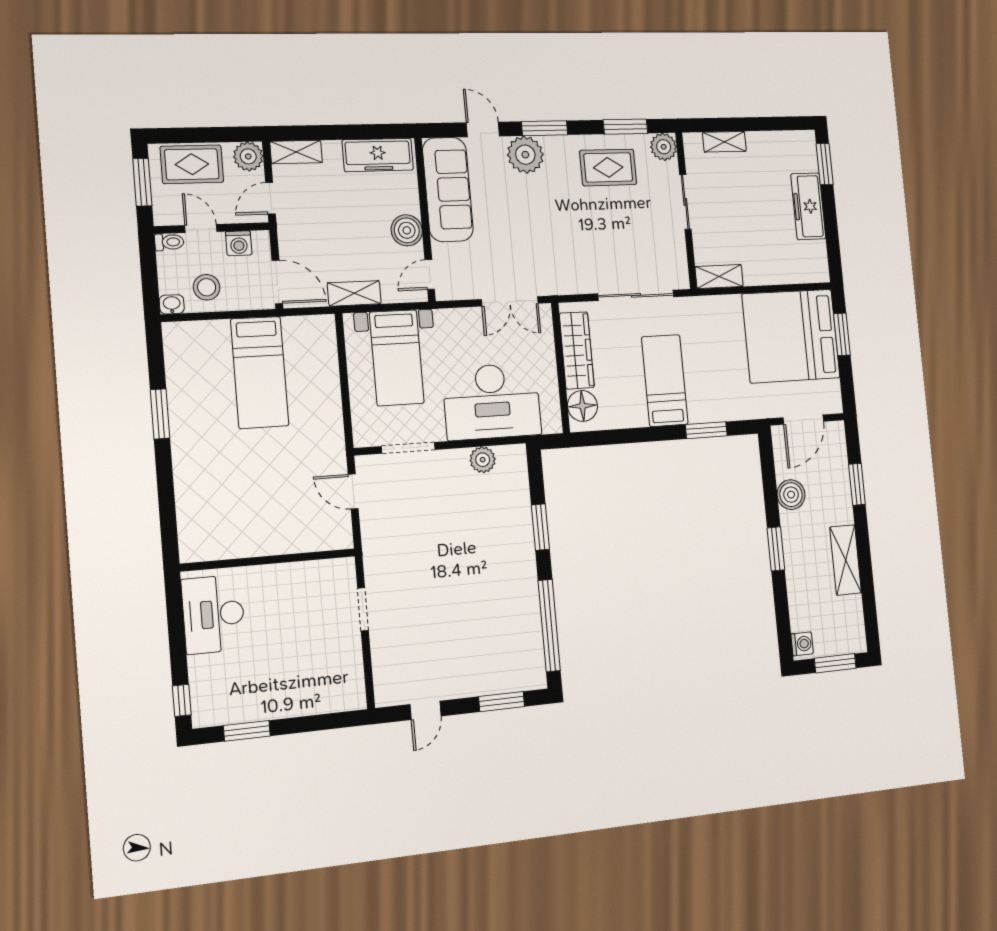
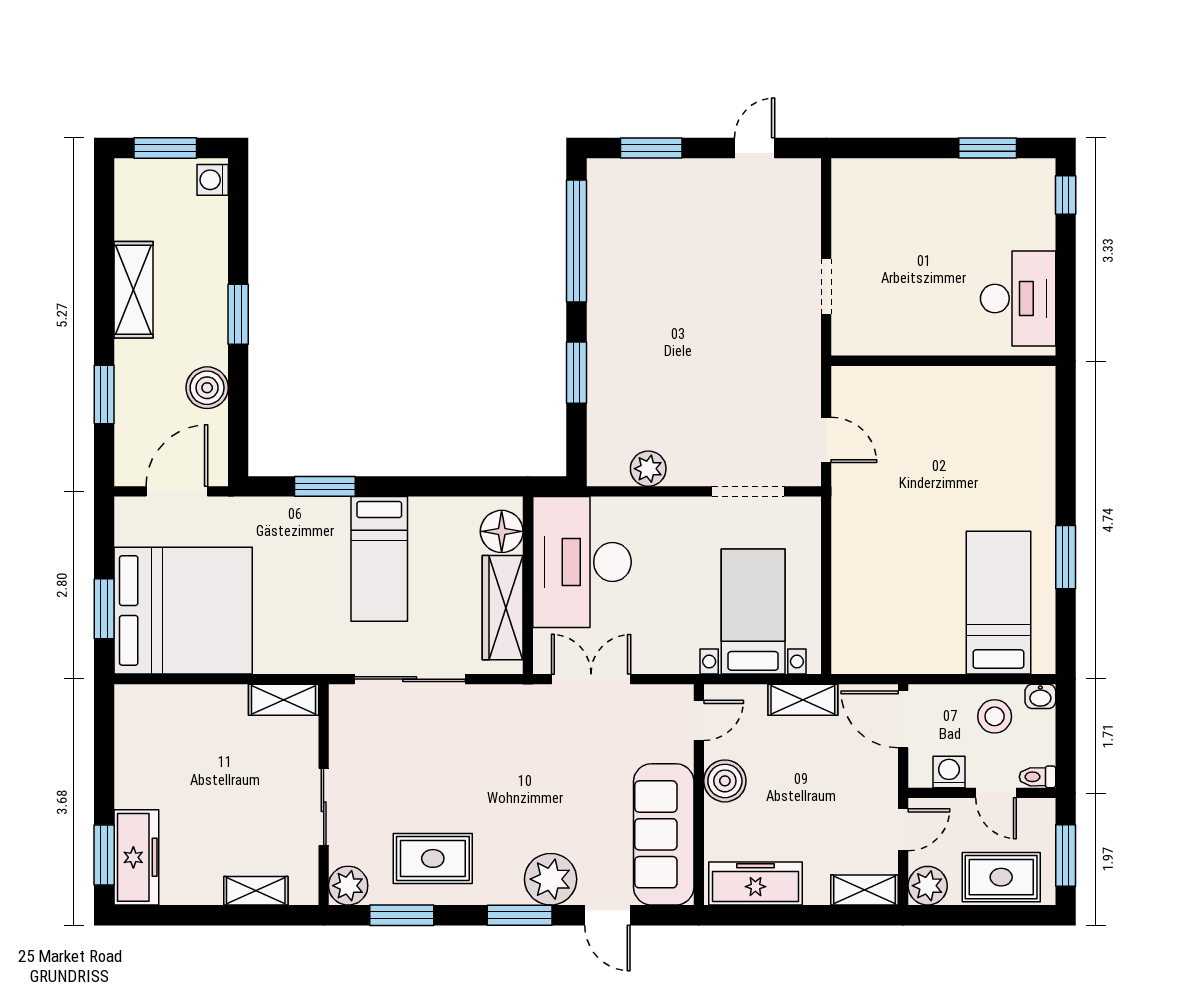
freezer: (808, 206) -> (136, 857), moved
bed: (260, 372) -> (998, 603), moved
desk: (492, 401) -> (582, 562), moved, turned -90

